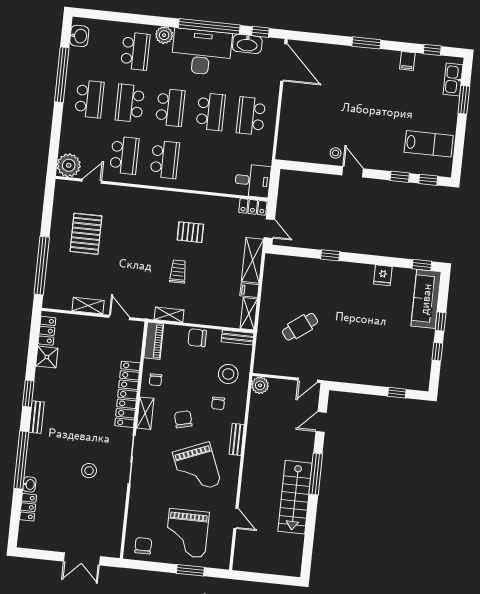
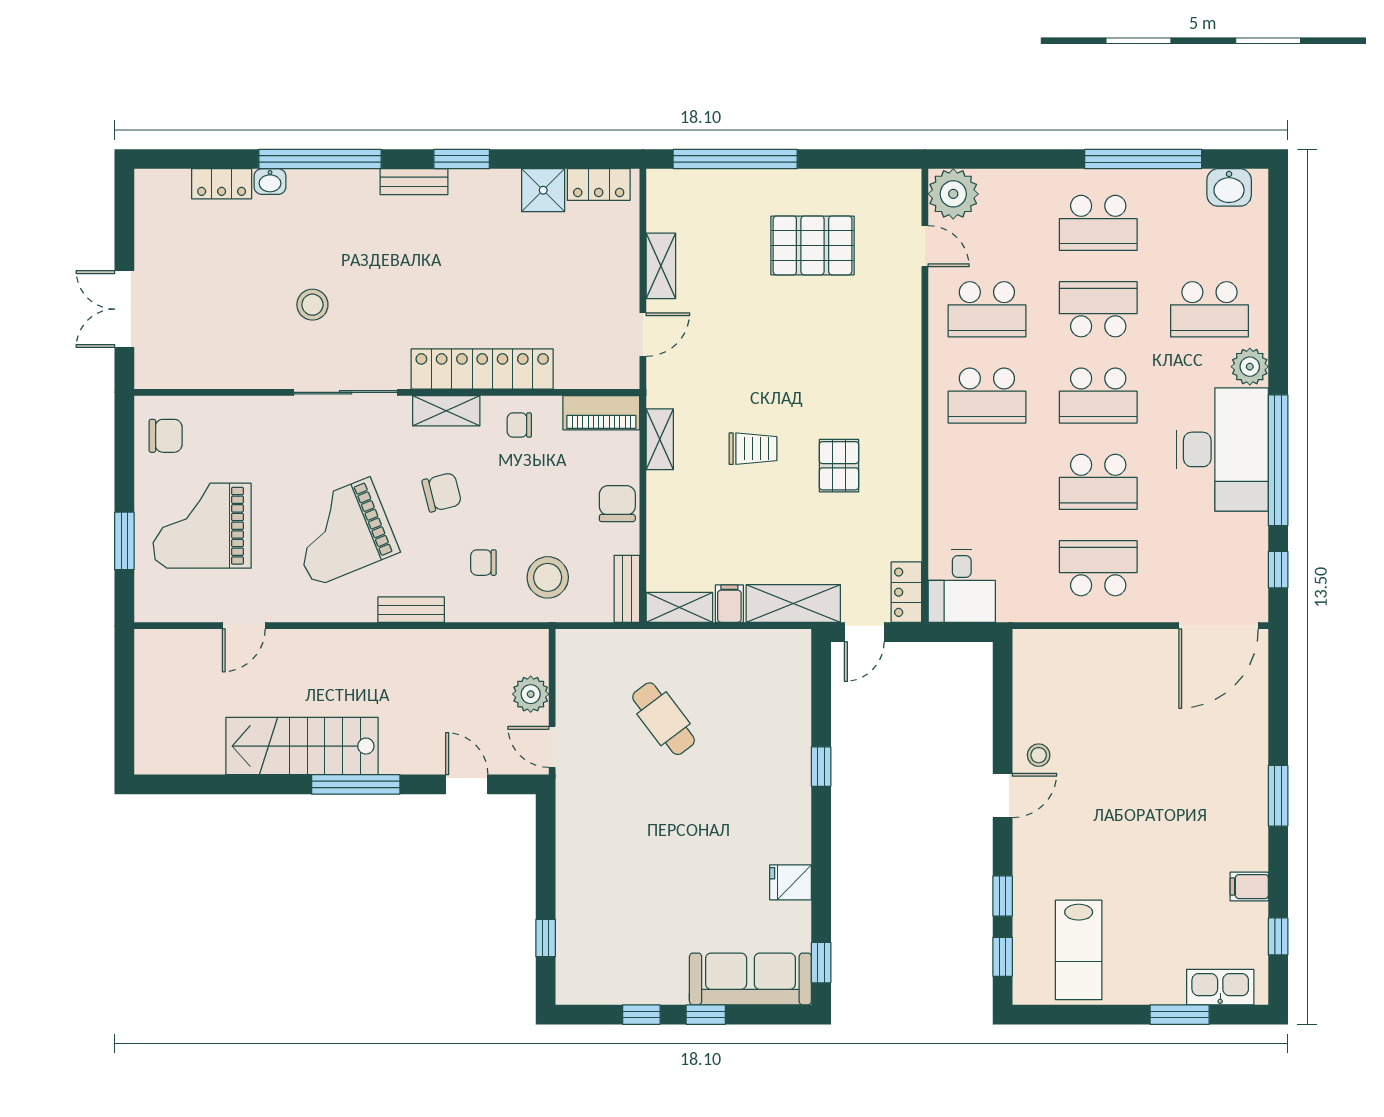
washbasin: (247, 44) -> (1250, 544), removed
plant: (260, 385) -> (531, 694), moved

